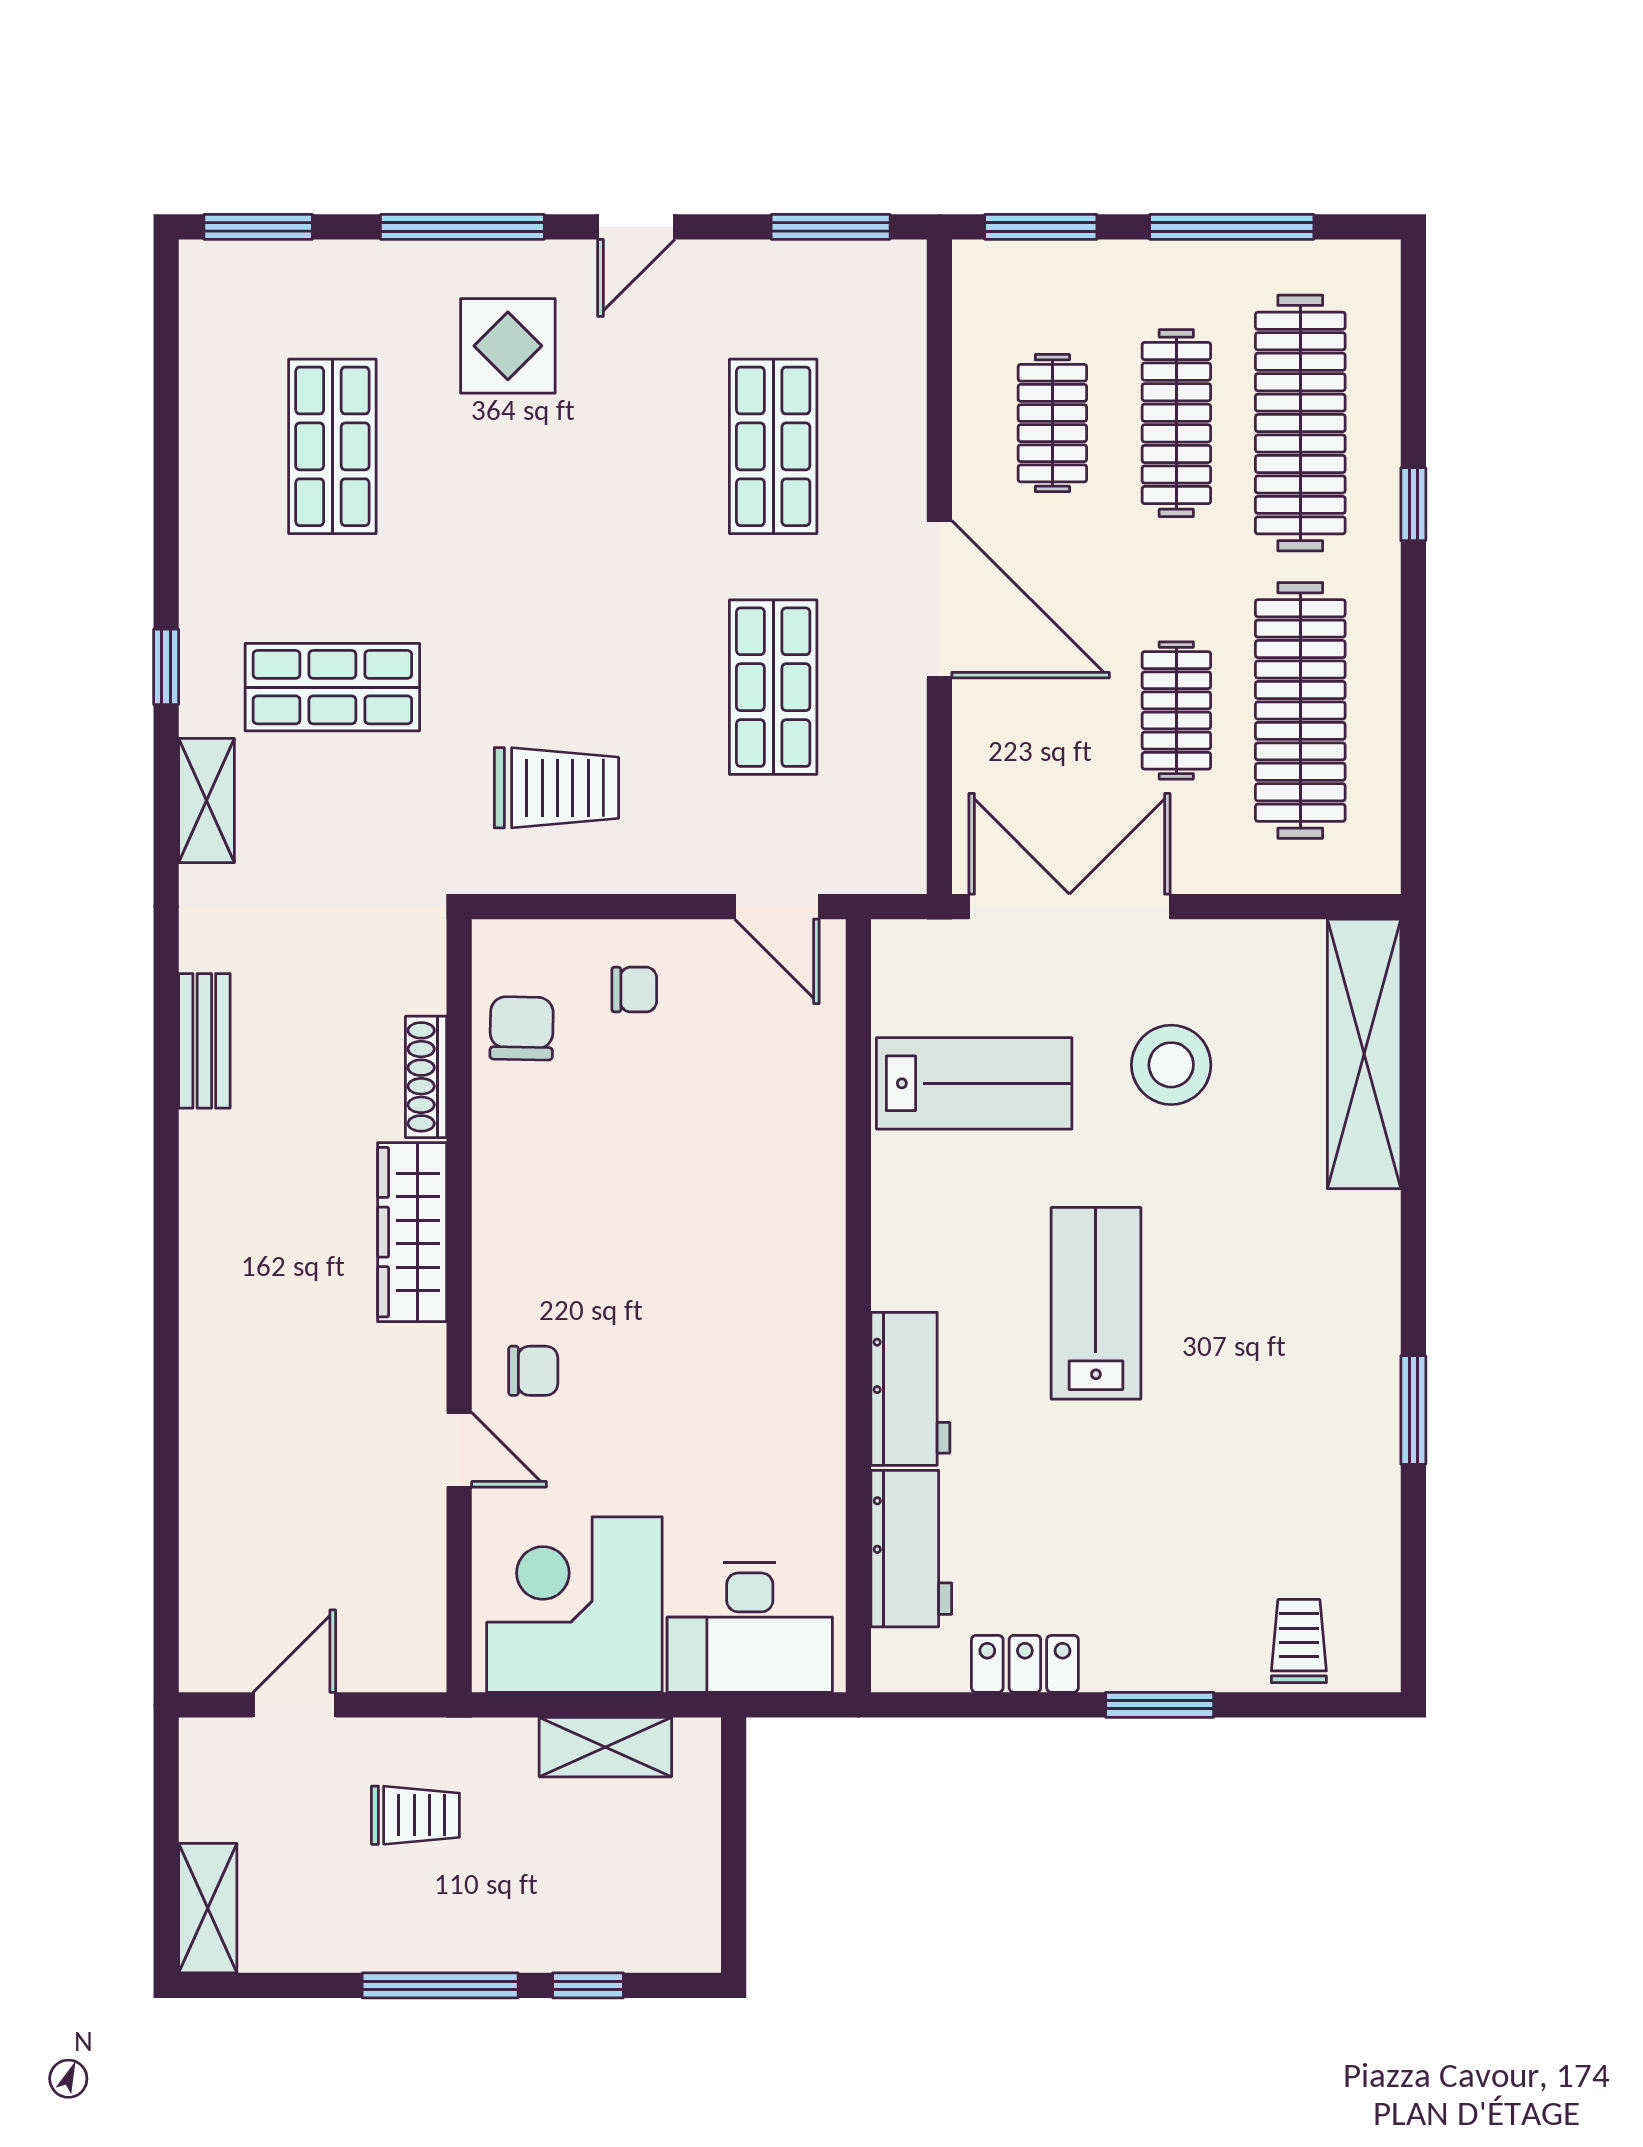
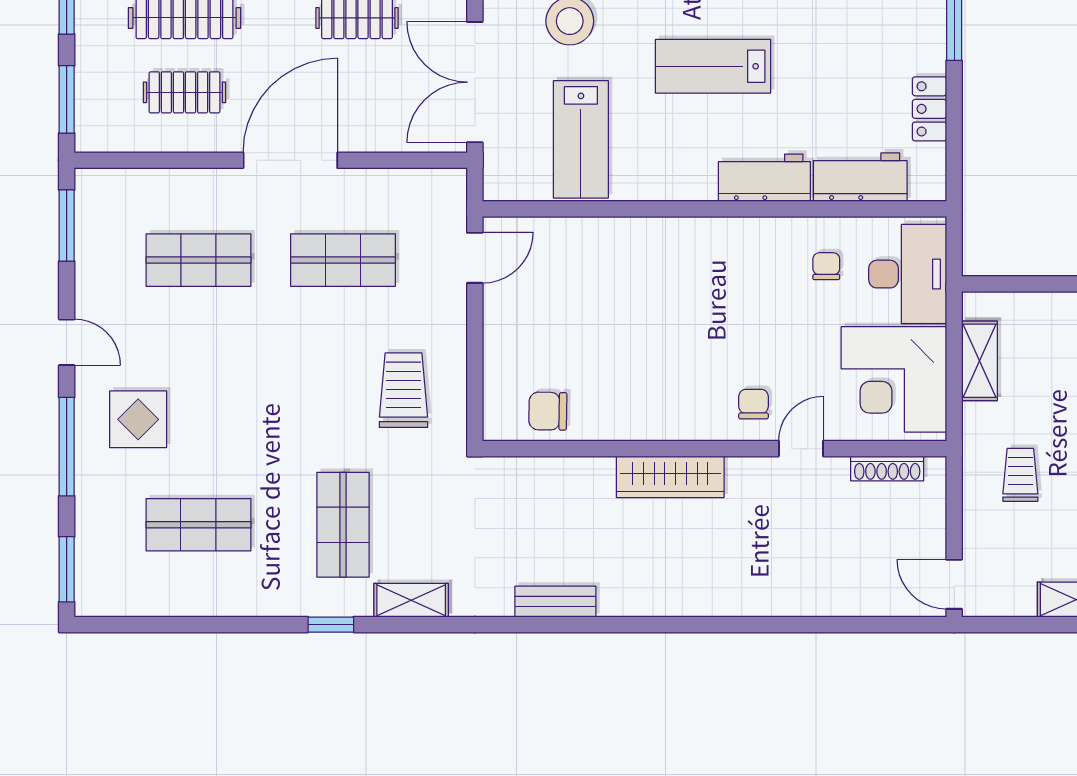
chair: (634, 990) -> (826, 266), moved
shoe rack: (426, 1077) -> (887, 468), moved
lab bench: (974, 1083) -> (581, 139), turned 180
door: (294, 1705) -> (954, 584), moved

